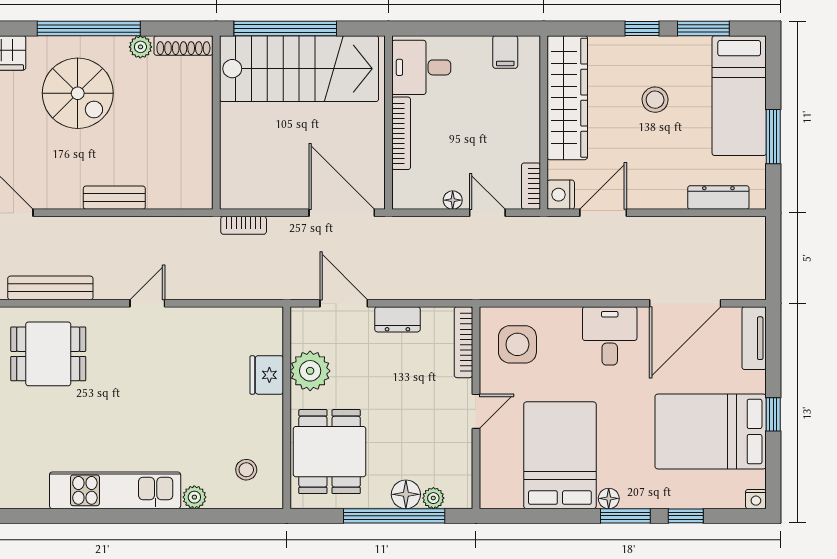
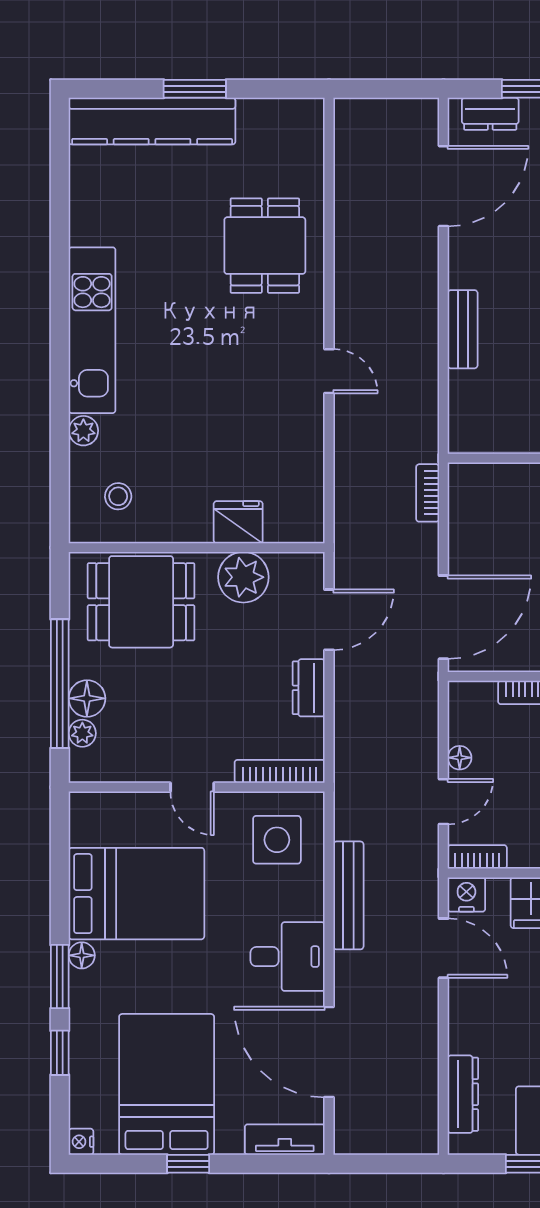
bench: (50, 288) -> (348, 895), moved

